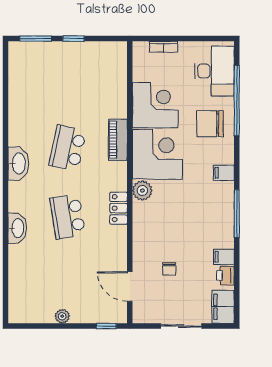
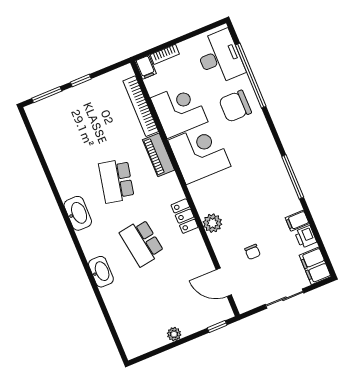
bookcase: (120, 87) -> (141, 106), added
filing cabinet: (224, 173) -> (146, 67), moved, turned -90
plant: (142, 191) -> (212, 223), moved

